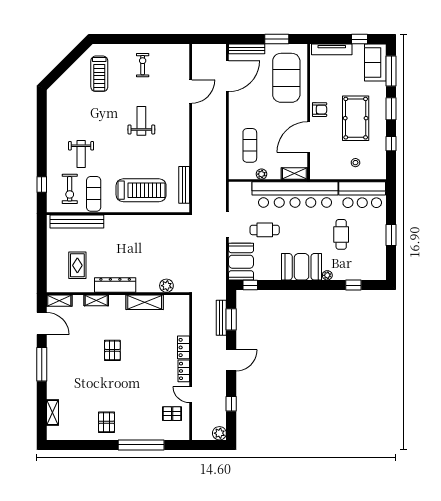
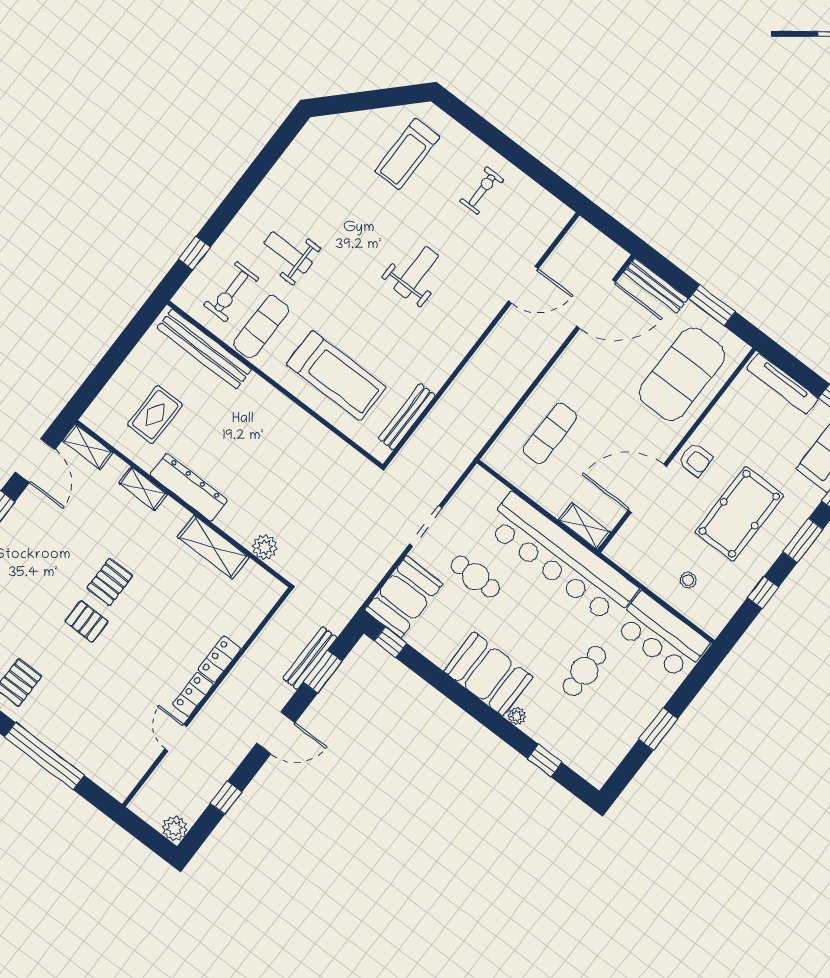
weight bench: (81, 154) -> (288, 253), turned 90
plant: (262, 174) -> (535, 489), removed
pallet: (172, 414) -> (87, 621), moved

